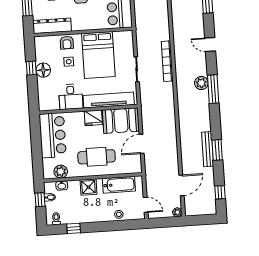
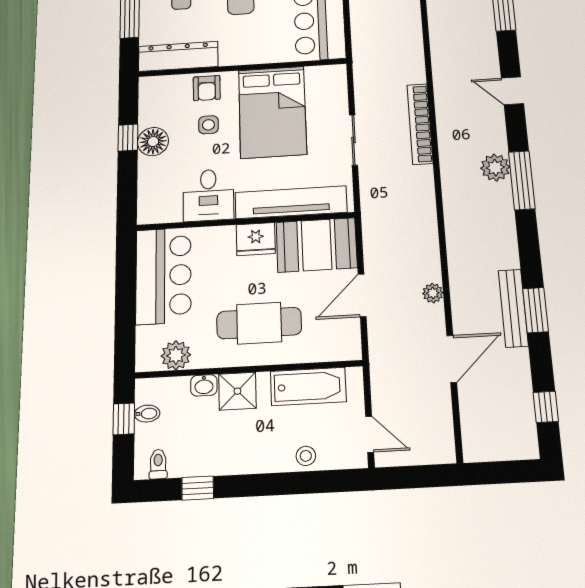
door: (181, 185) -> (452, 359), moved
washbasin: (62, 186) -> (204, 385), moved
plant: (177, 212) -> (433, 293), moved

